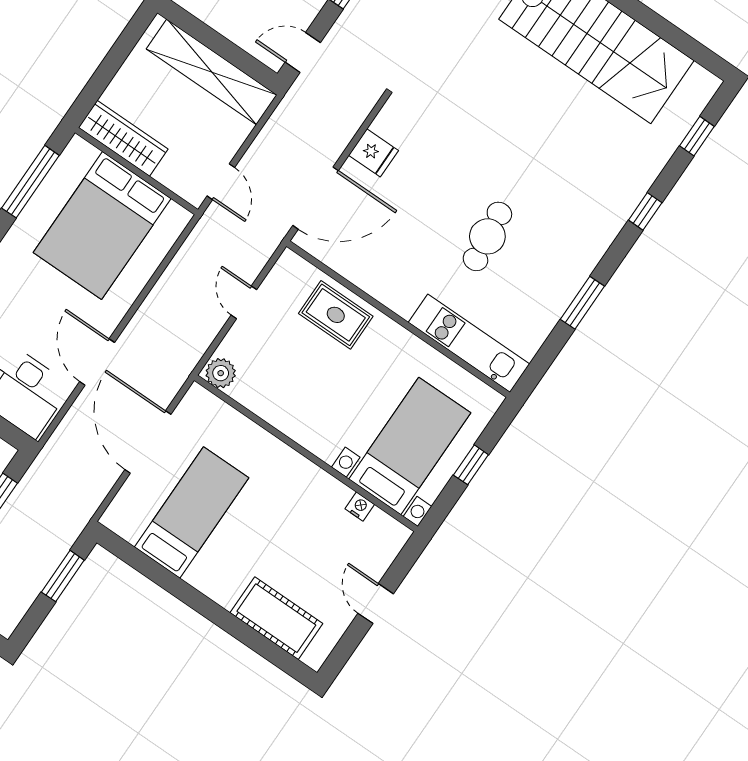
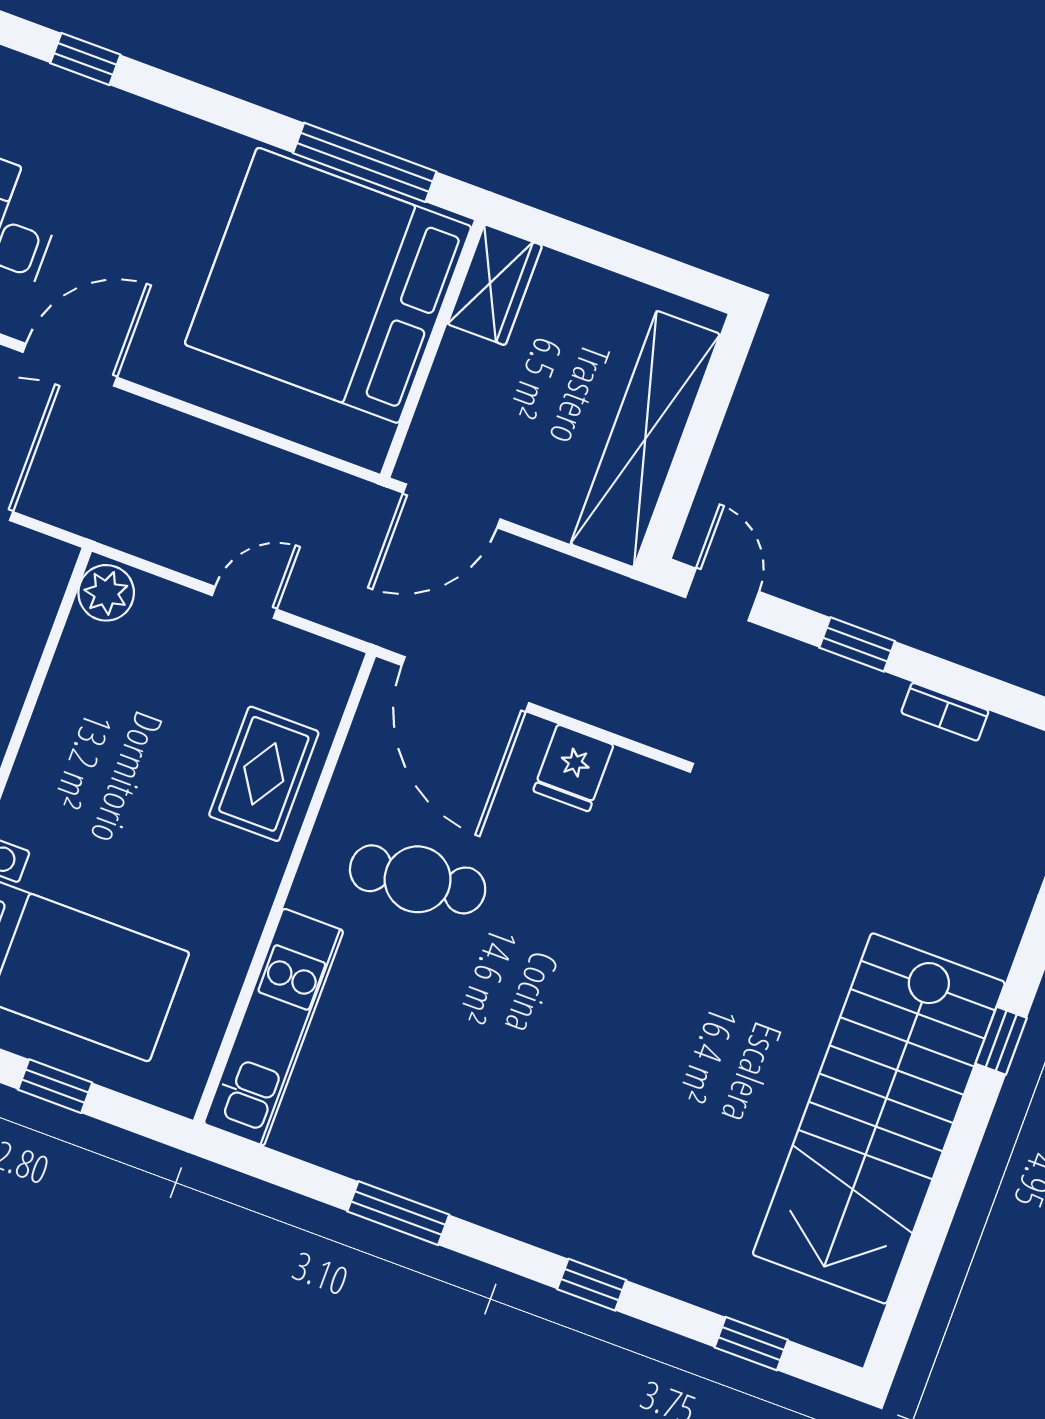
wardrobe: (123, 138) -> (495, 285), width x0.67
door: (221, 182) -> (452, 506), width x1.38
bed: (102, 226) -> (328, 285), width x1.36
cafe table: (487, 236) -> (418, 879), moved

